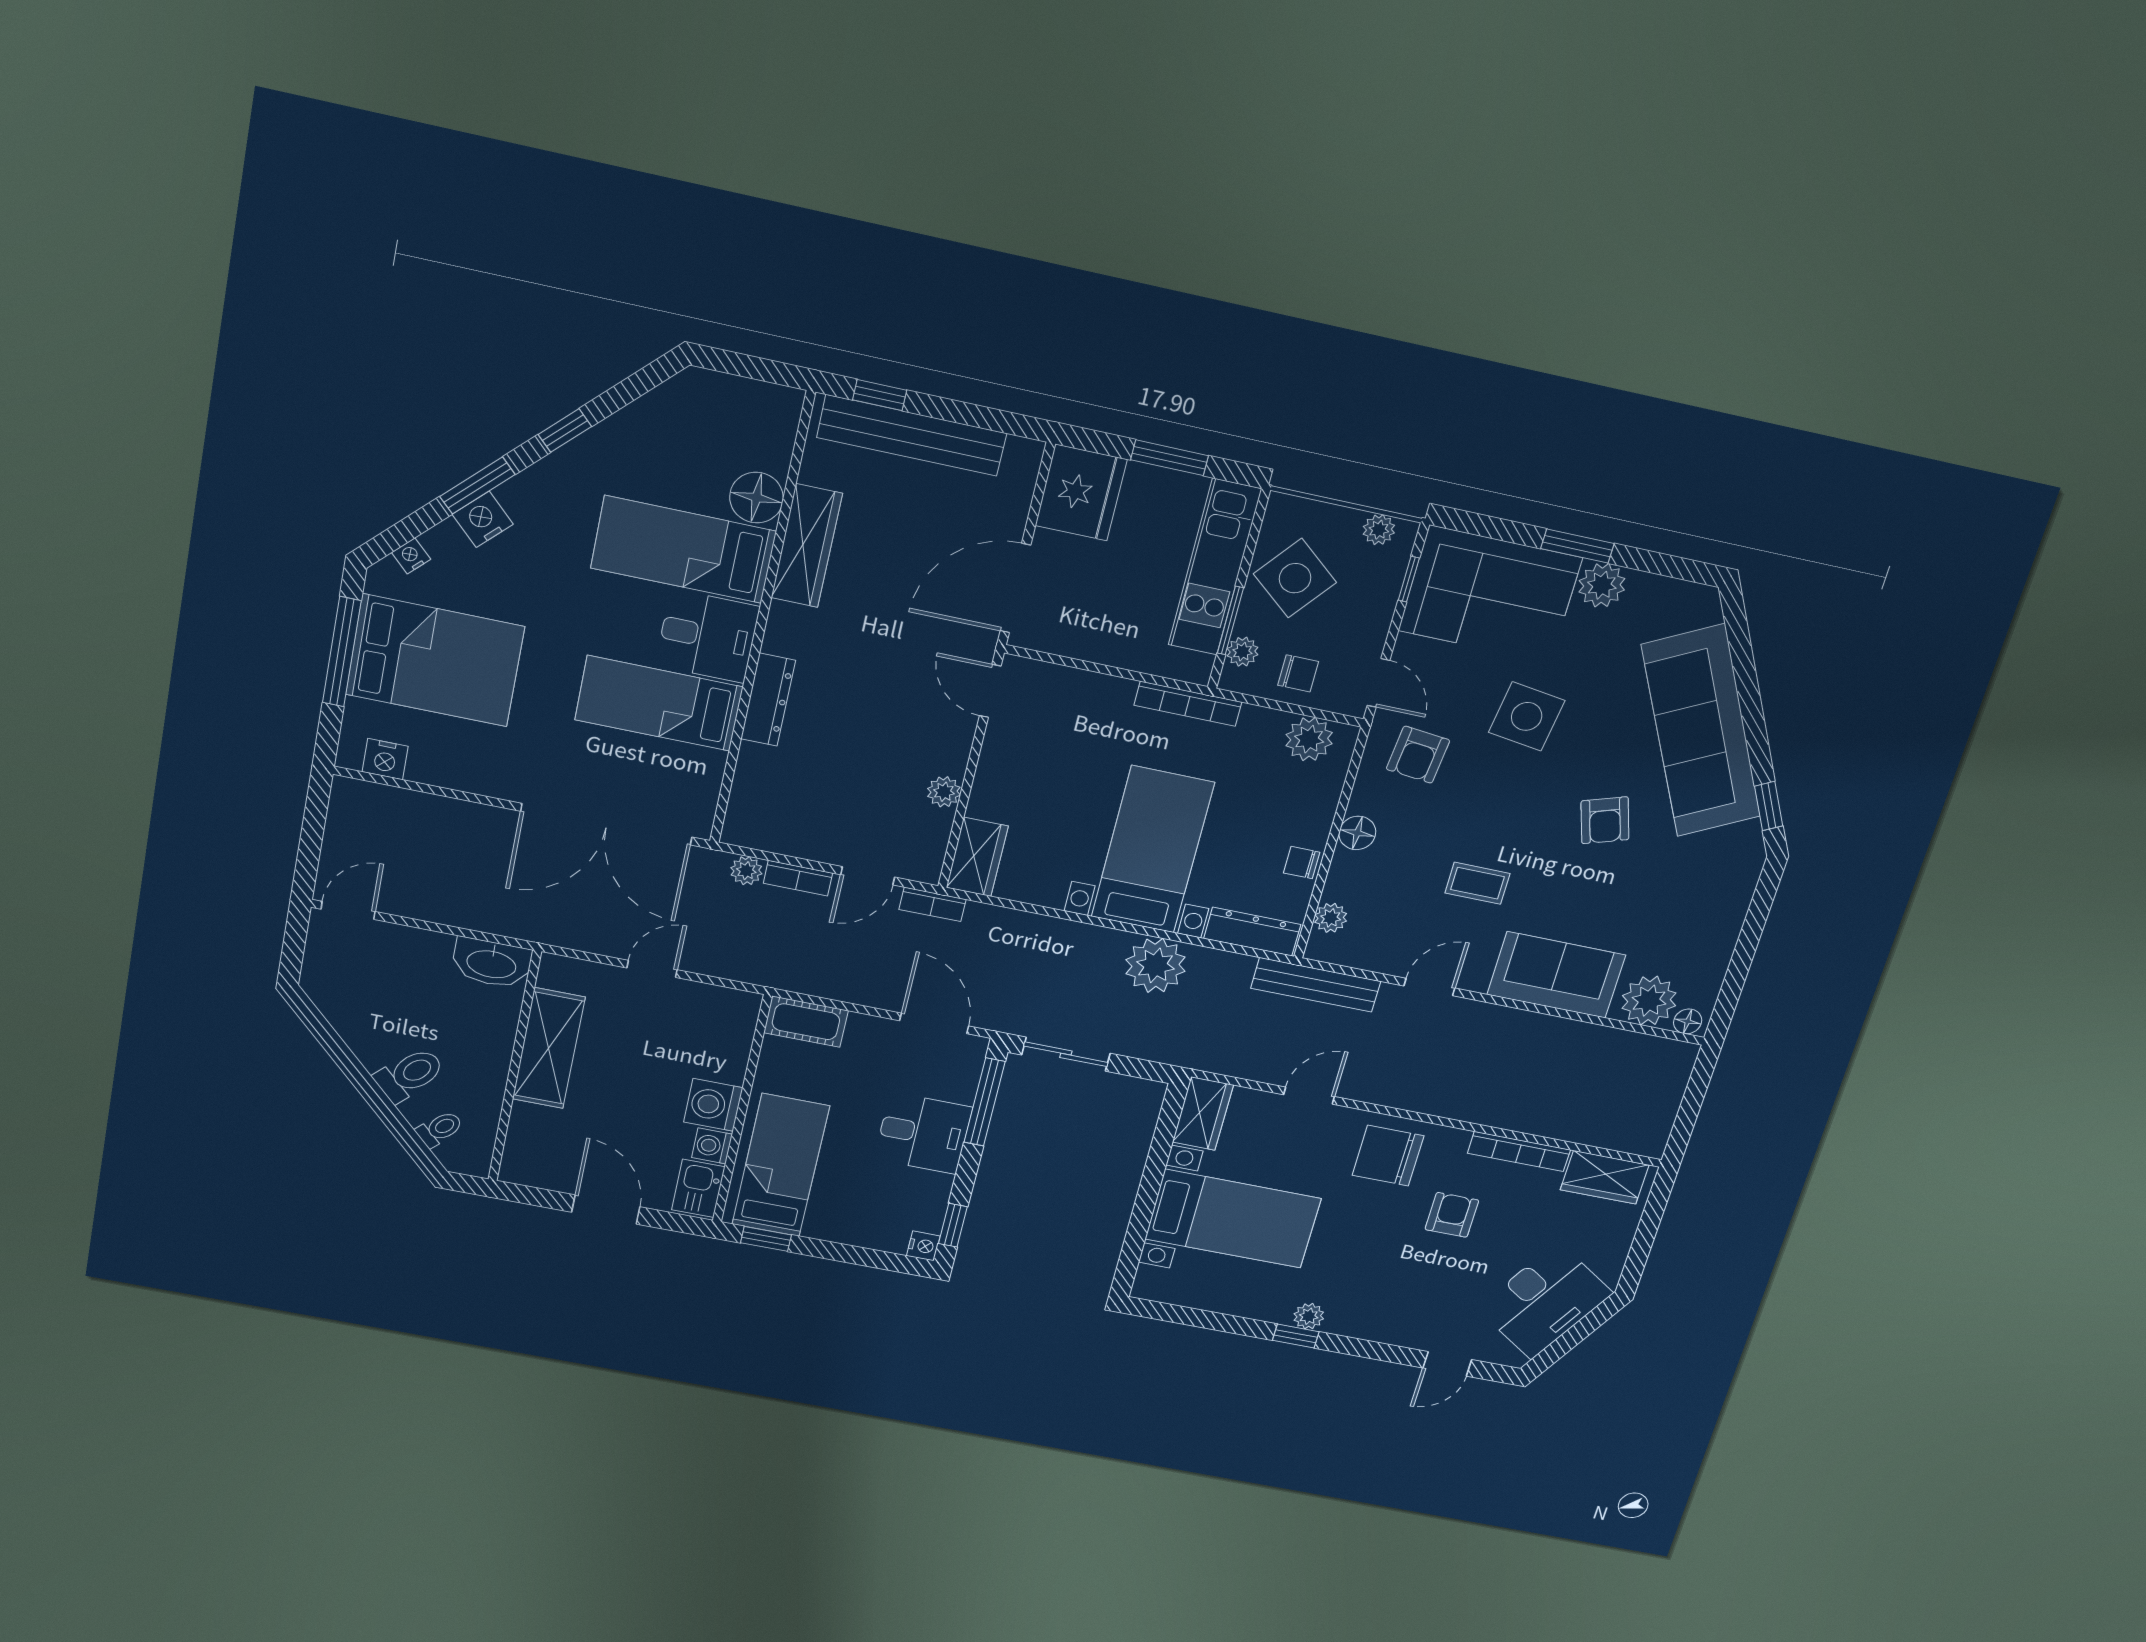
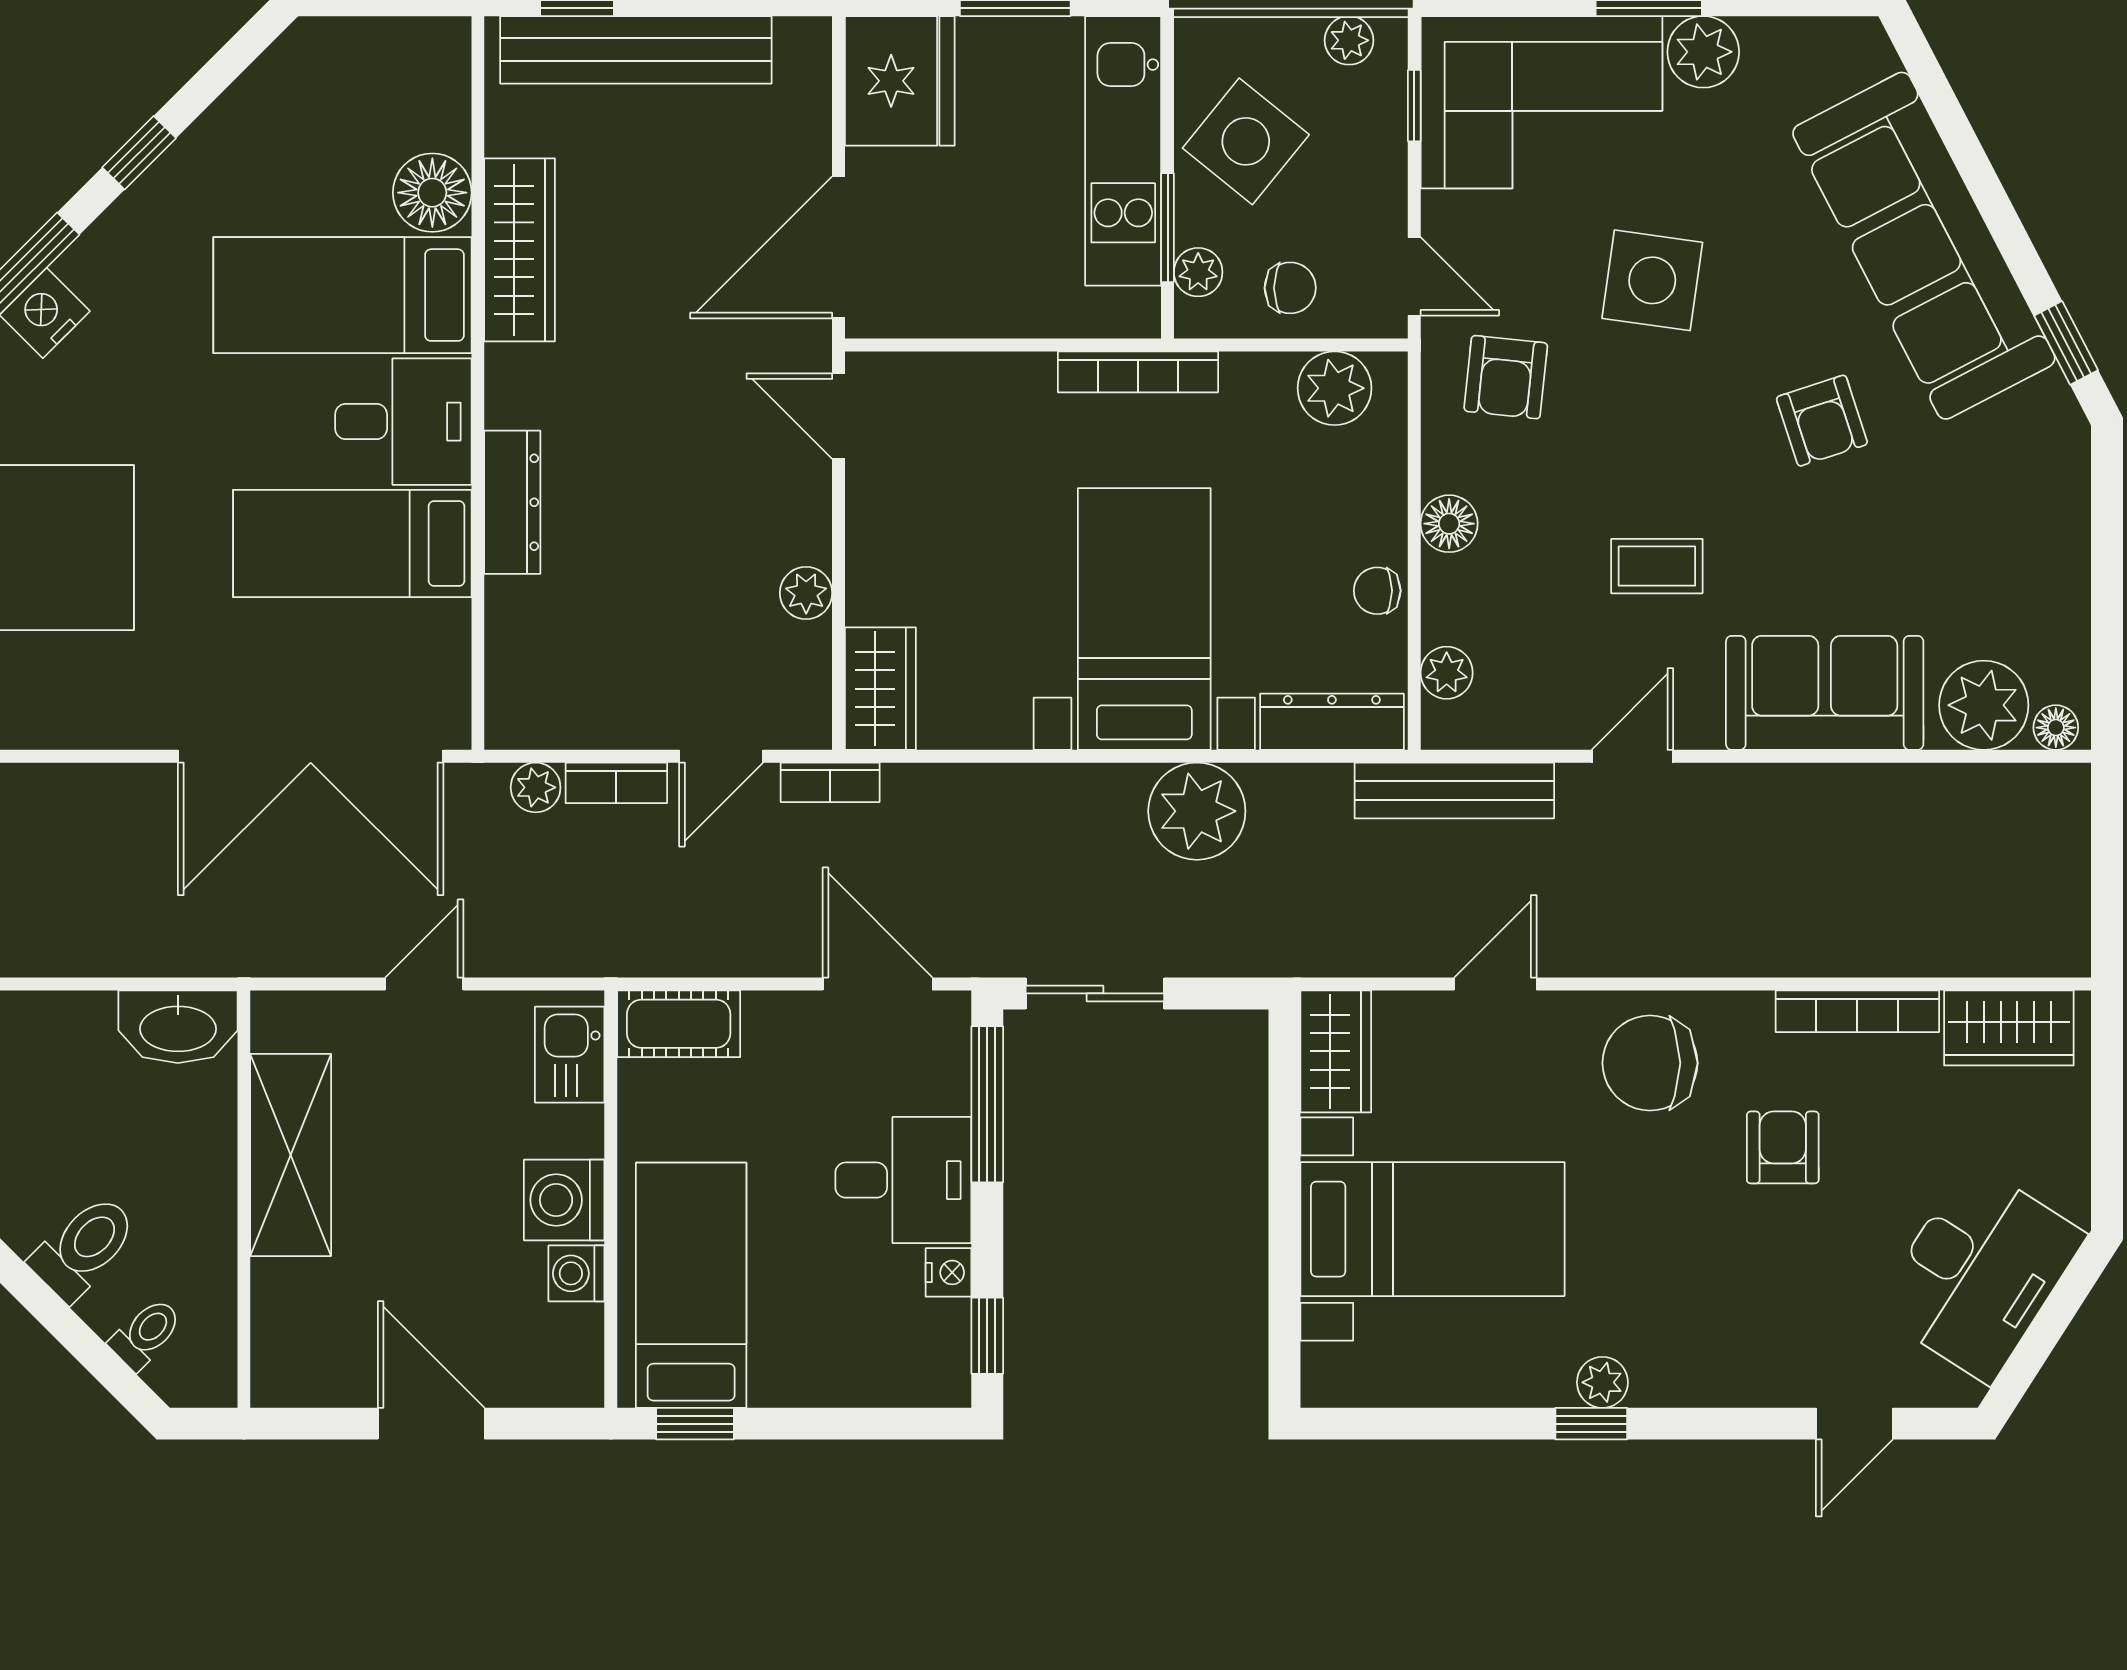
kitchen sink: (698, 1188) -> (570, 1055), moved
nightstand: (923, 1246) -> (948, 1272), moved

